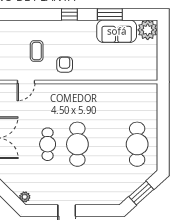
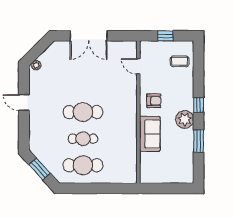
plant: (148, 30) -> (185, 119), moved
sofa: (117, 31) -> (150, 134), moved, turned 180
coffee table: (37, 51) -> (180, 61), moved
cafe table: (48, 144) -> (83, 139), moved

